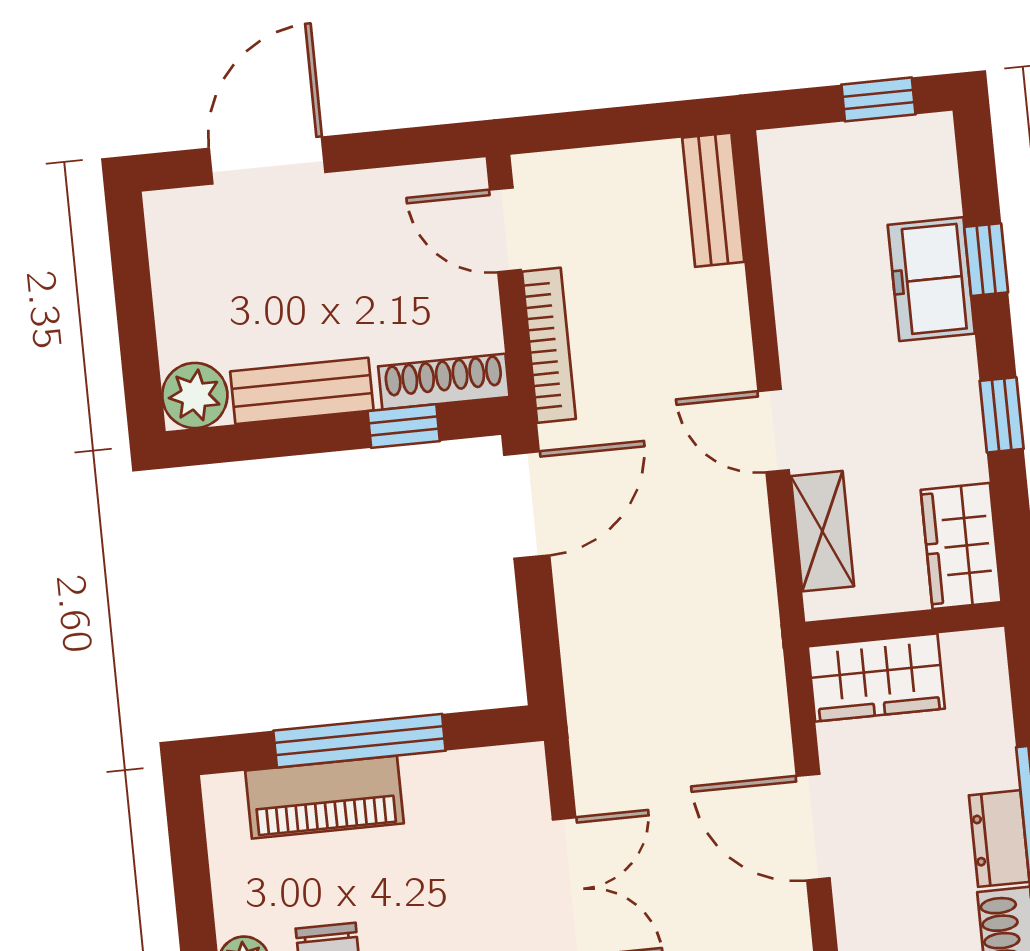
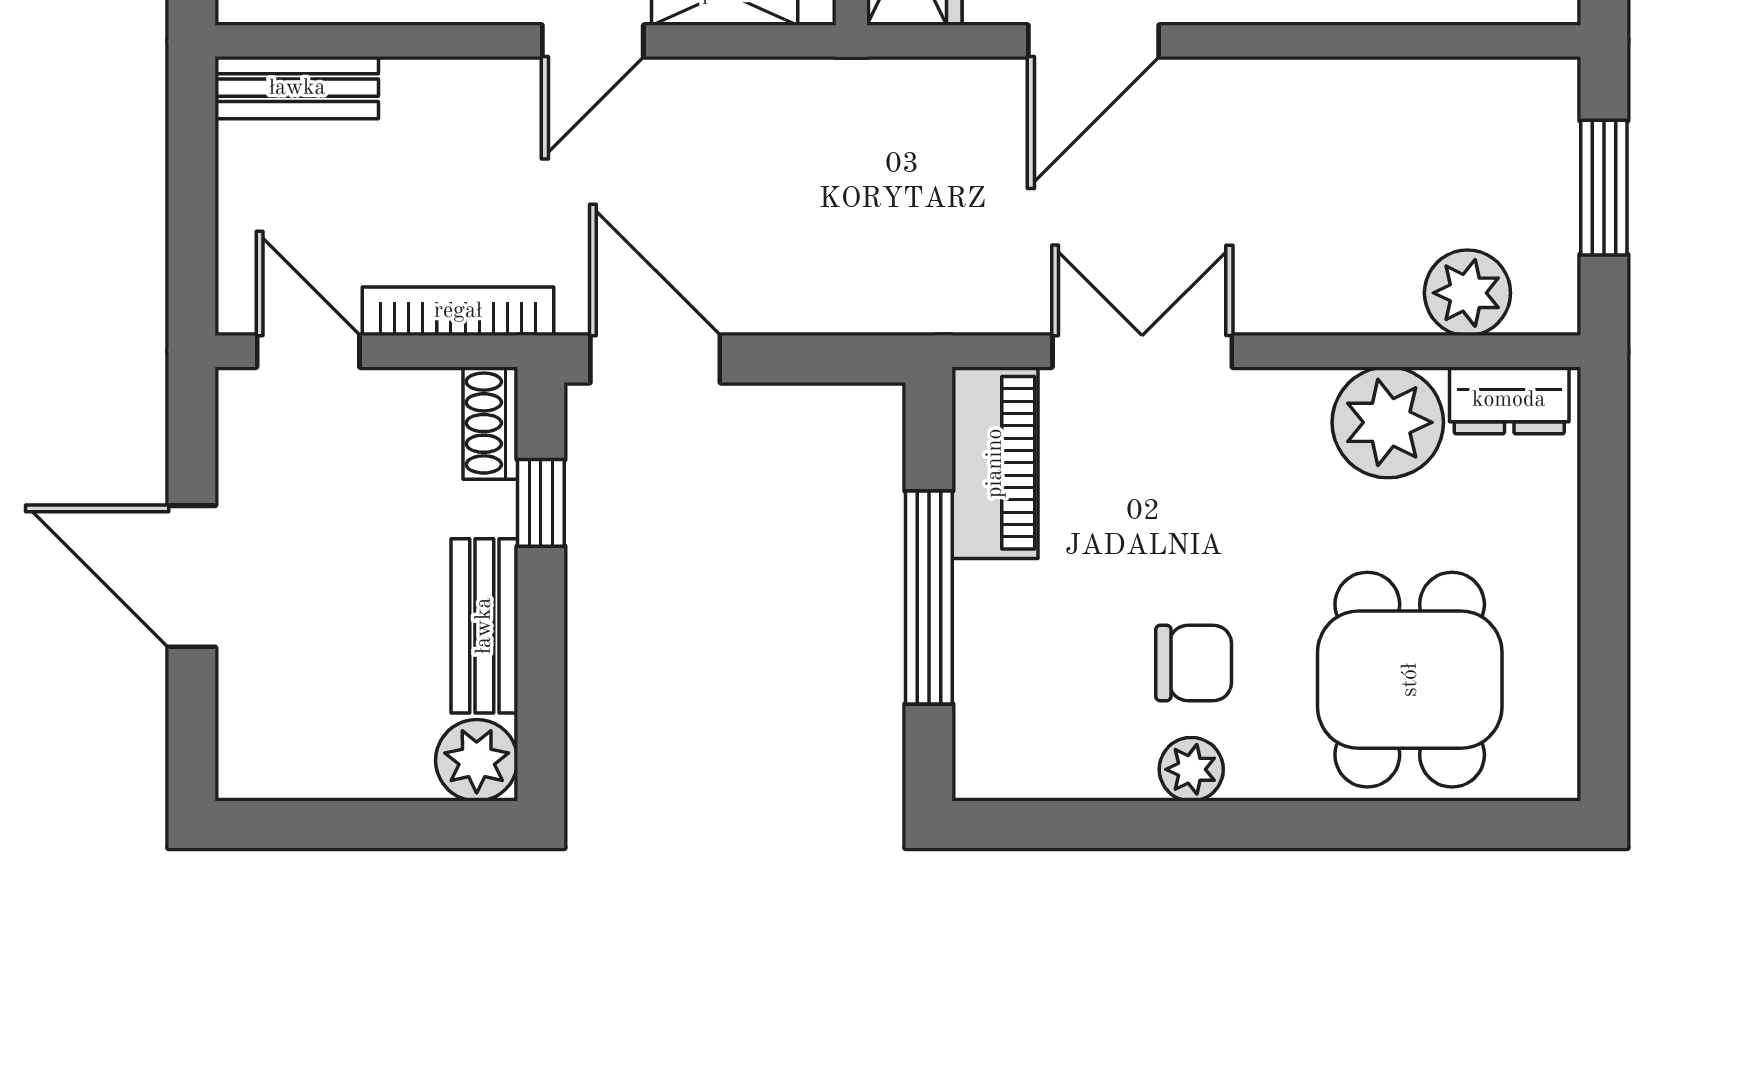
door: (267, 160) -> (192, 576), moved
door: (505, 230) -> (308, 351), swing flipped
shoe rack: (444, 382) -> (490, 423), width x0.70
piano: (324, 797) -> (995, 463), moved

